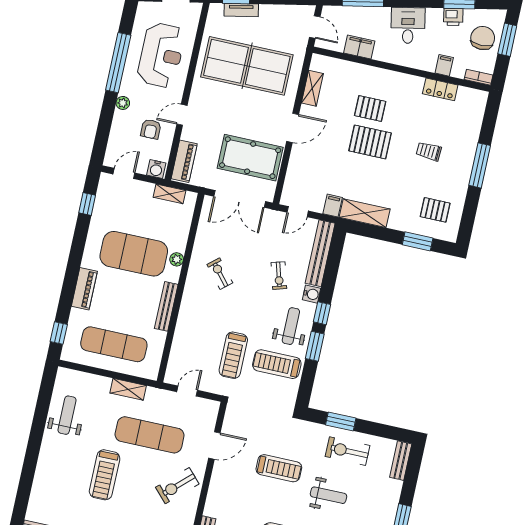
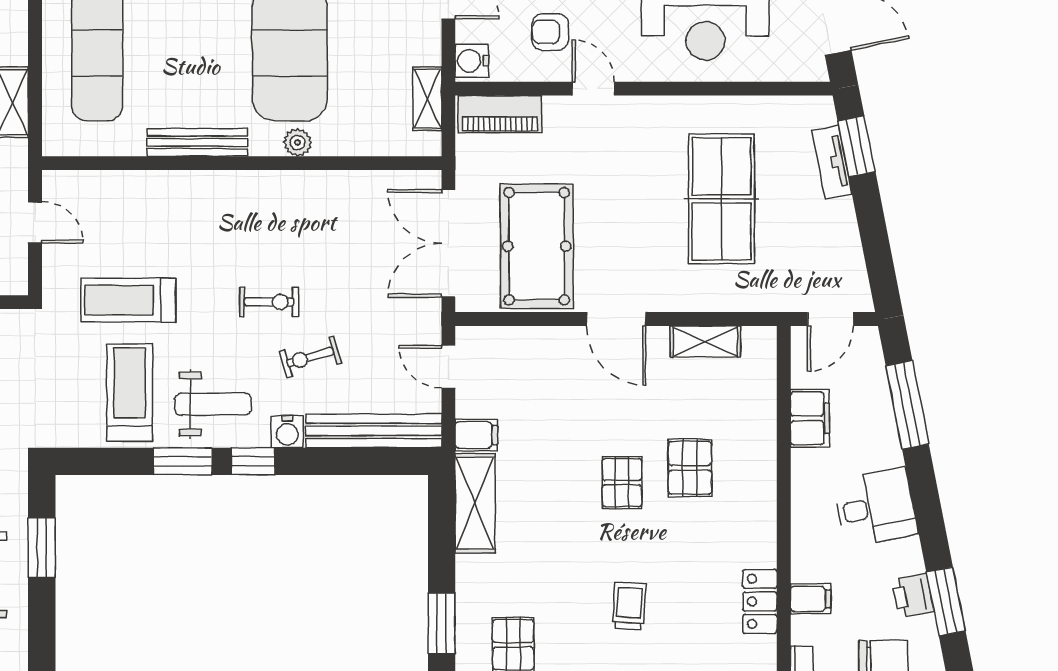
table tennis table: (247, 66) -> (721, 199), width x0.73, depth x0.76
pallet: (370, 142) -> (622, 483), width x0.67, depth x0.71
exercise bike: (220, 274) -> (269, 302), moved, turned 40

